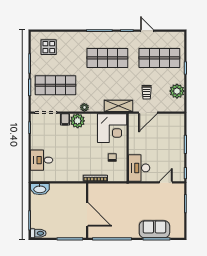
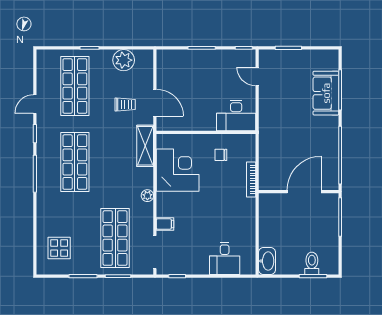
plant: (78, 121) -> (167, 206), removed
corner desk: (112, 128) -> (178, 170), moved
toilet: (38, 233) -> (312, 263), moved

